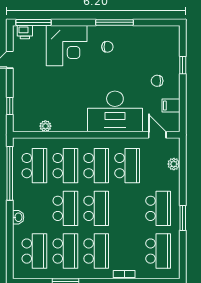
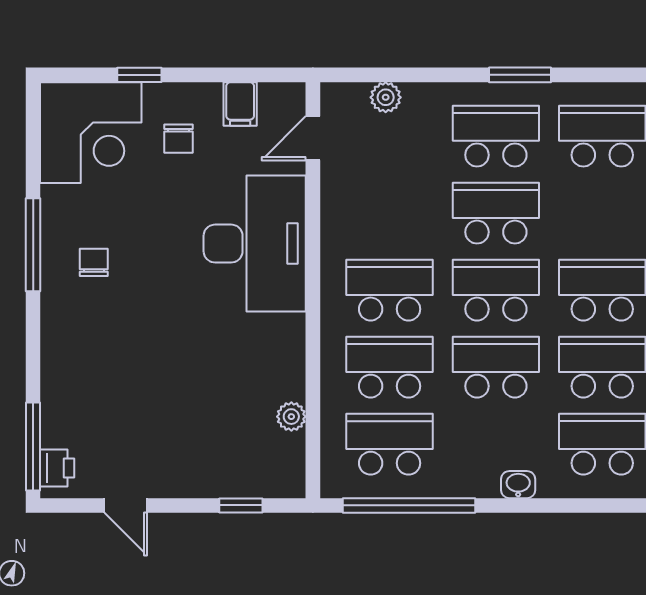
corner desk: (67, 46) -> (91, 133), moved, turned 90
school desk: (127, 166) -> (496, 213), moved

